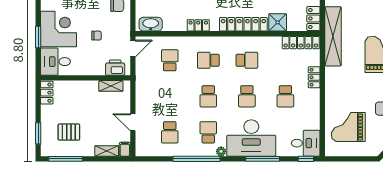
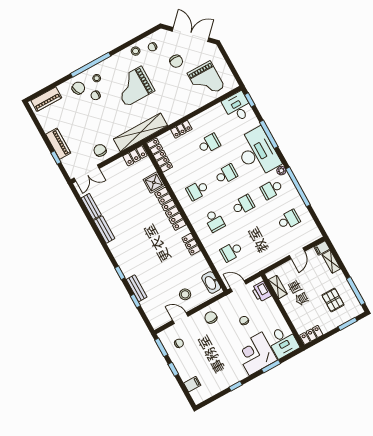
school desk: (247, 60) -> (197, 190), turned -90

